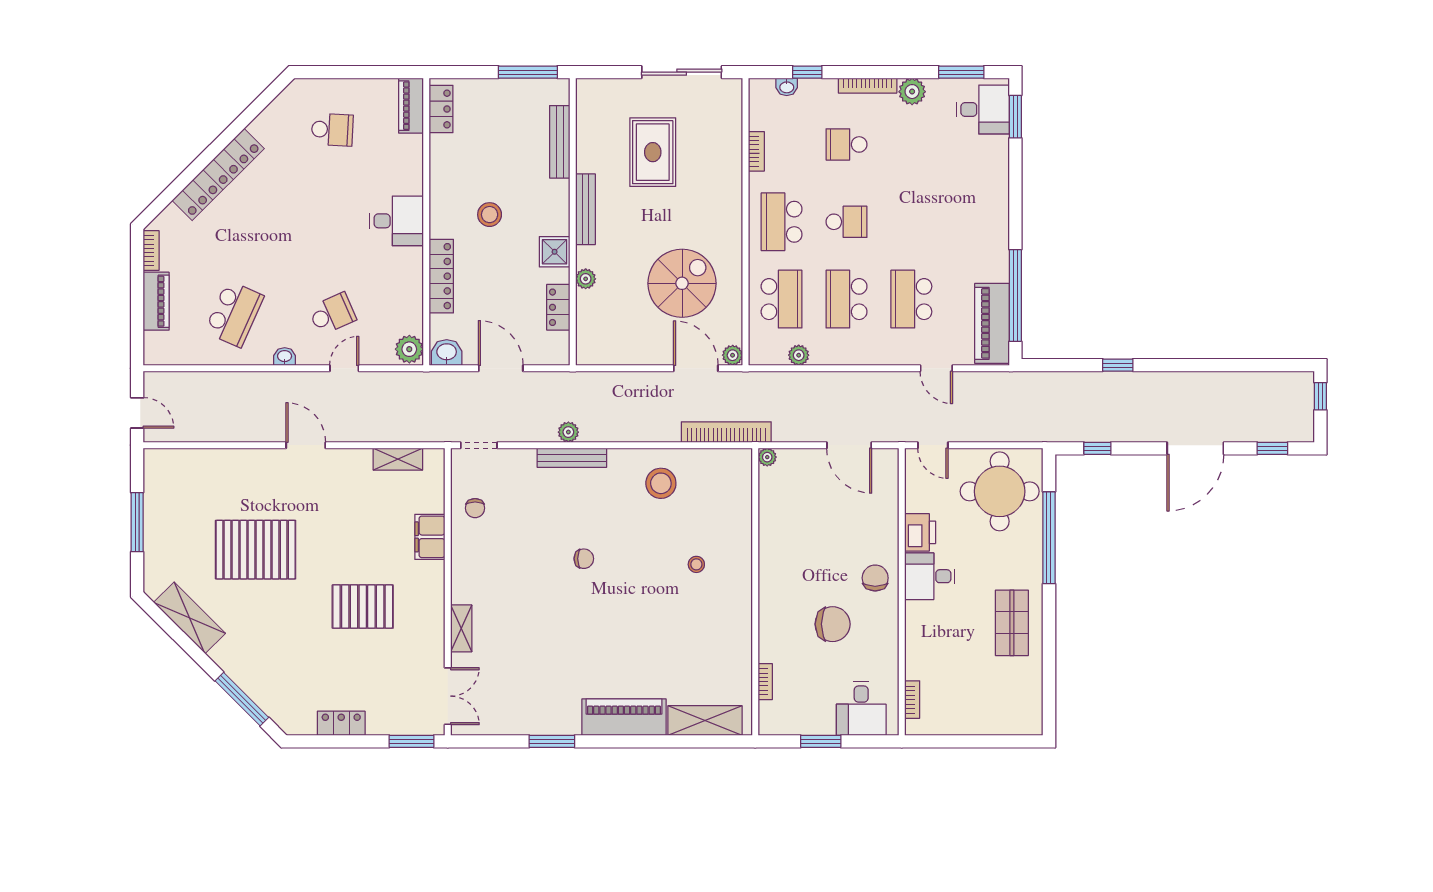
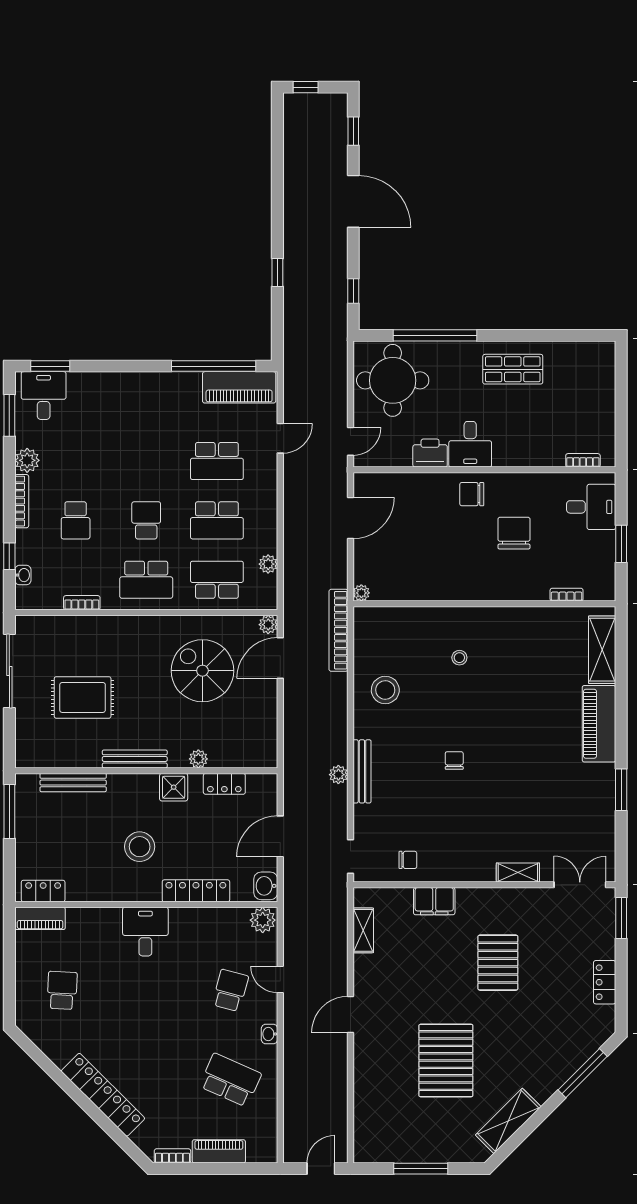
stool: (490, 215) -> (140, 847), width x1.38, depth x1.38
school desk: (332, 314) -> (230, 990), turned 39

